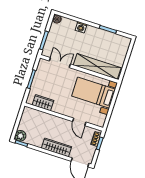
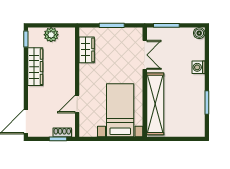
plant: (20, 136) -> (51, 35), moved
wardrobe: (57, 147) -> (35, 67), moved

